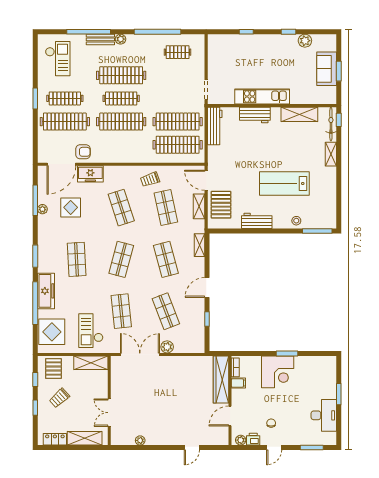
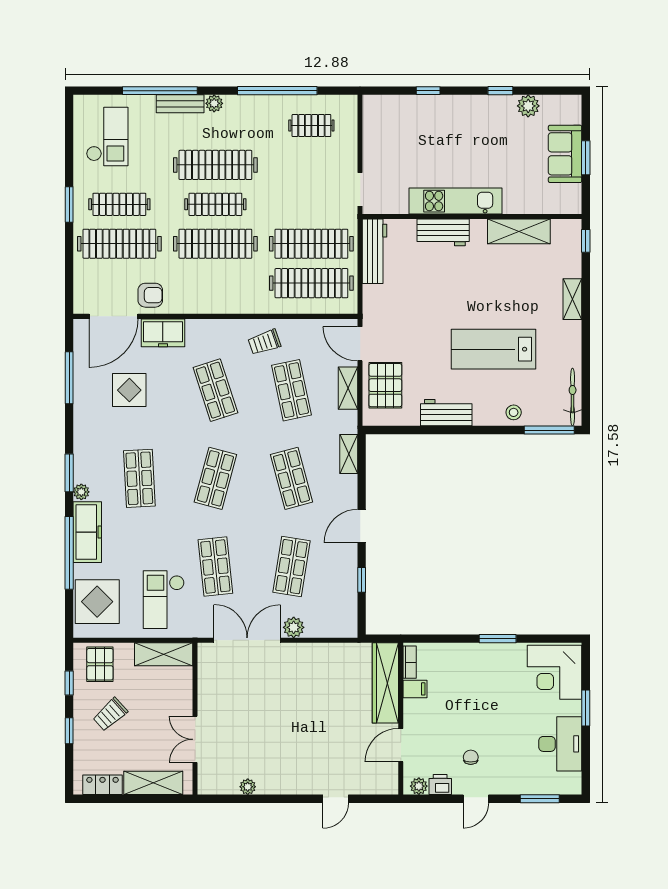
bicycle: (331, 124) -> (573, 397), moved
plant: (42, 209) -> (81, 492), moved
shop shelf: (166, 311) -> (291, 567), turned 30
corner desk: (278, 372) -> (555, 672), moved, turned 90

